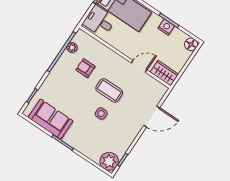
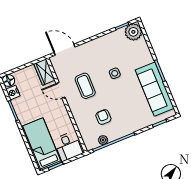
nightstand: (166, 27) -> (13, 93), moved
armchair: (85, 68) -> (103, 117), turned 180
coffee table: (109, 90) -> (85, 86), moved
door: (152, 116) -> (65, 50), moved
sofa: (50, 119) -> (155, 89), width x1.36

